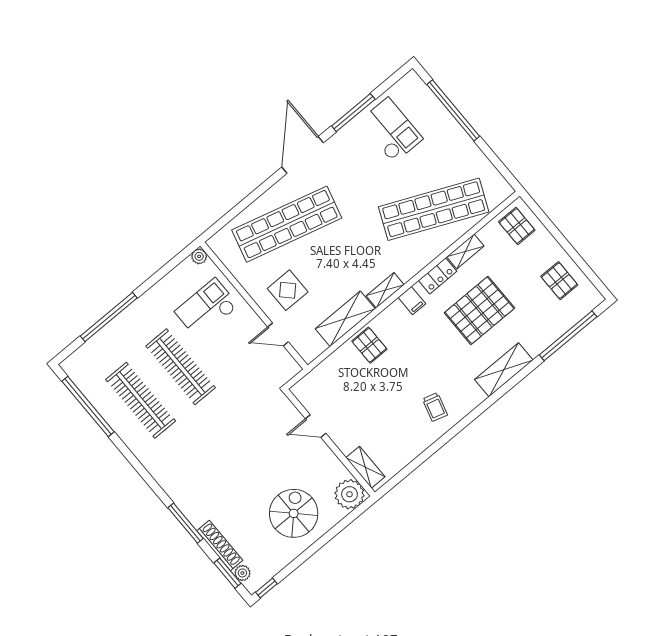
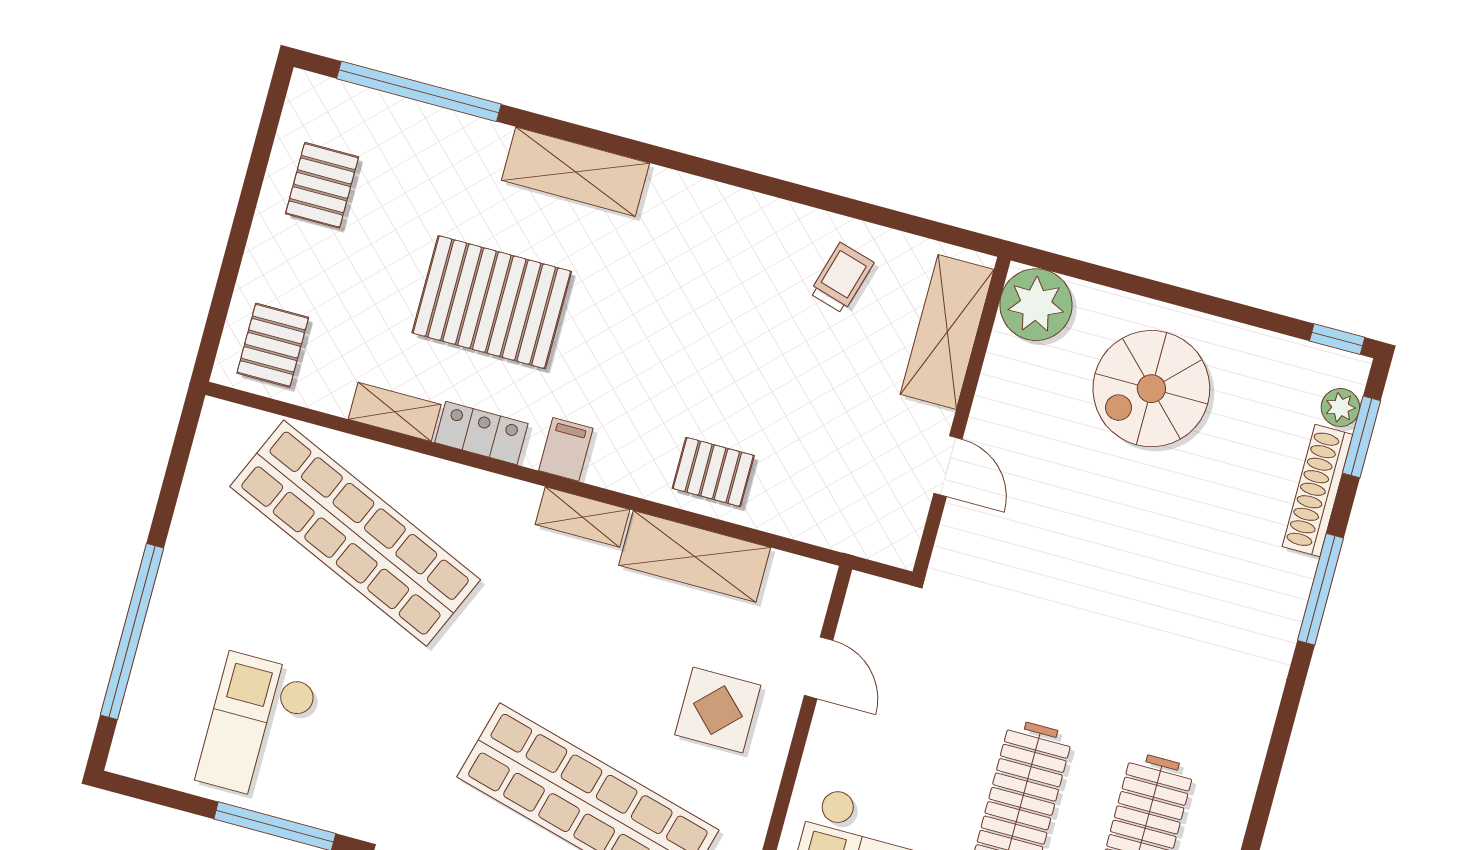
pallet: (369, 345) -> (713, 472), turned 90
trolley: (435, 407) -> (842, 278), moved
shelving: (365, 467) -> (947, 332), width x1.50, depth x1.33

